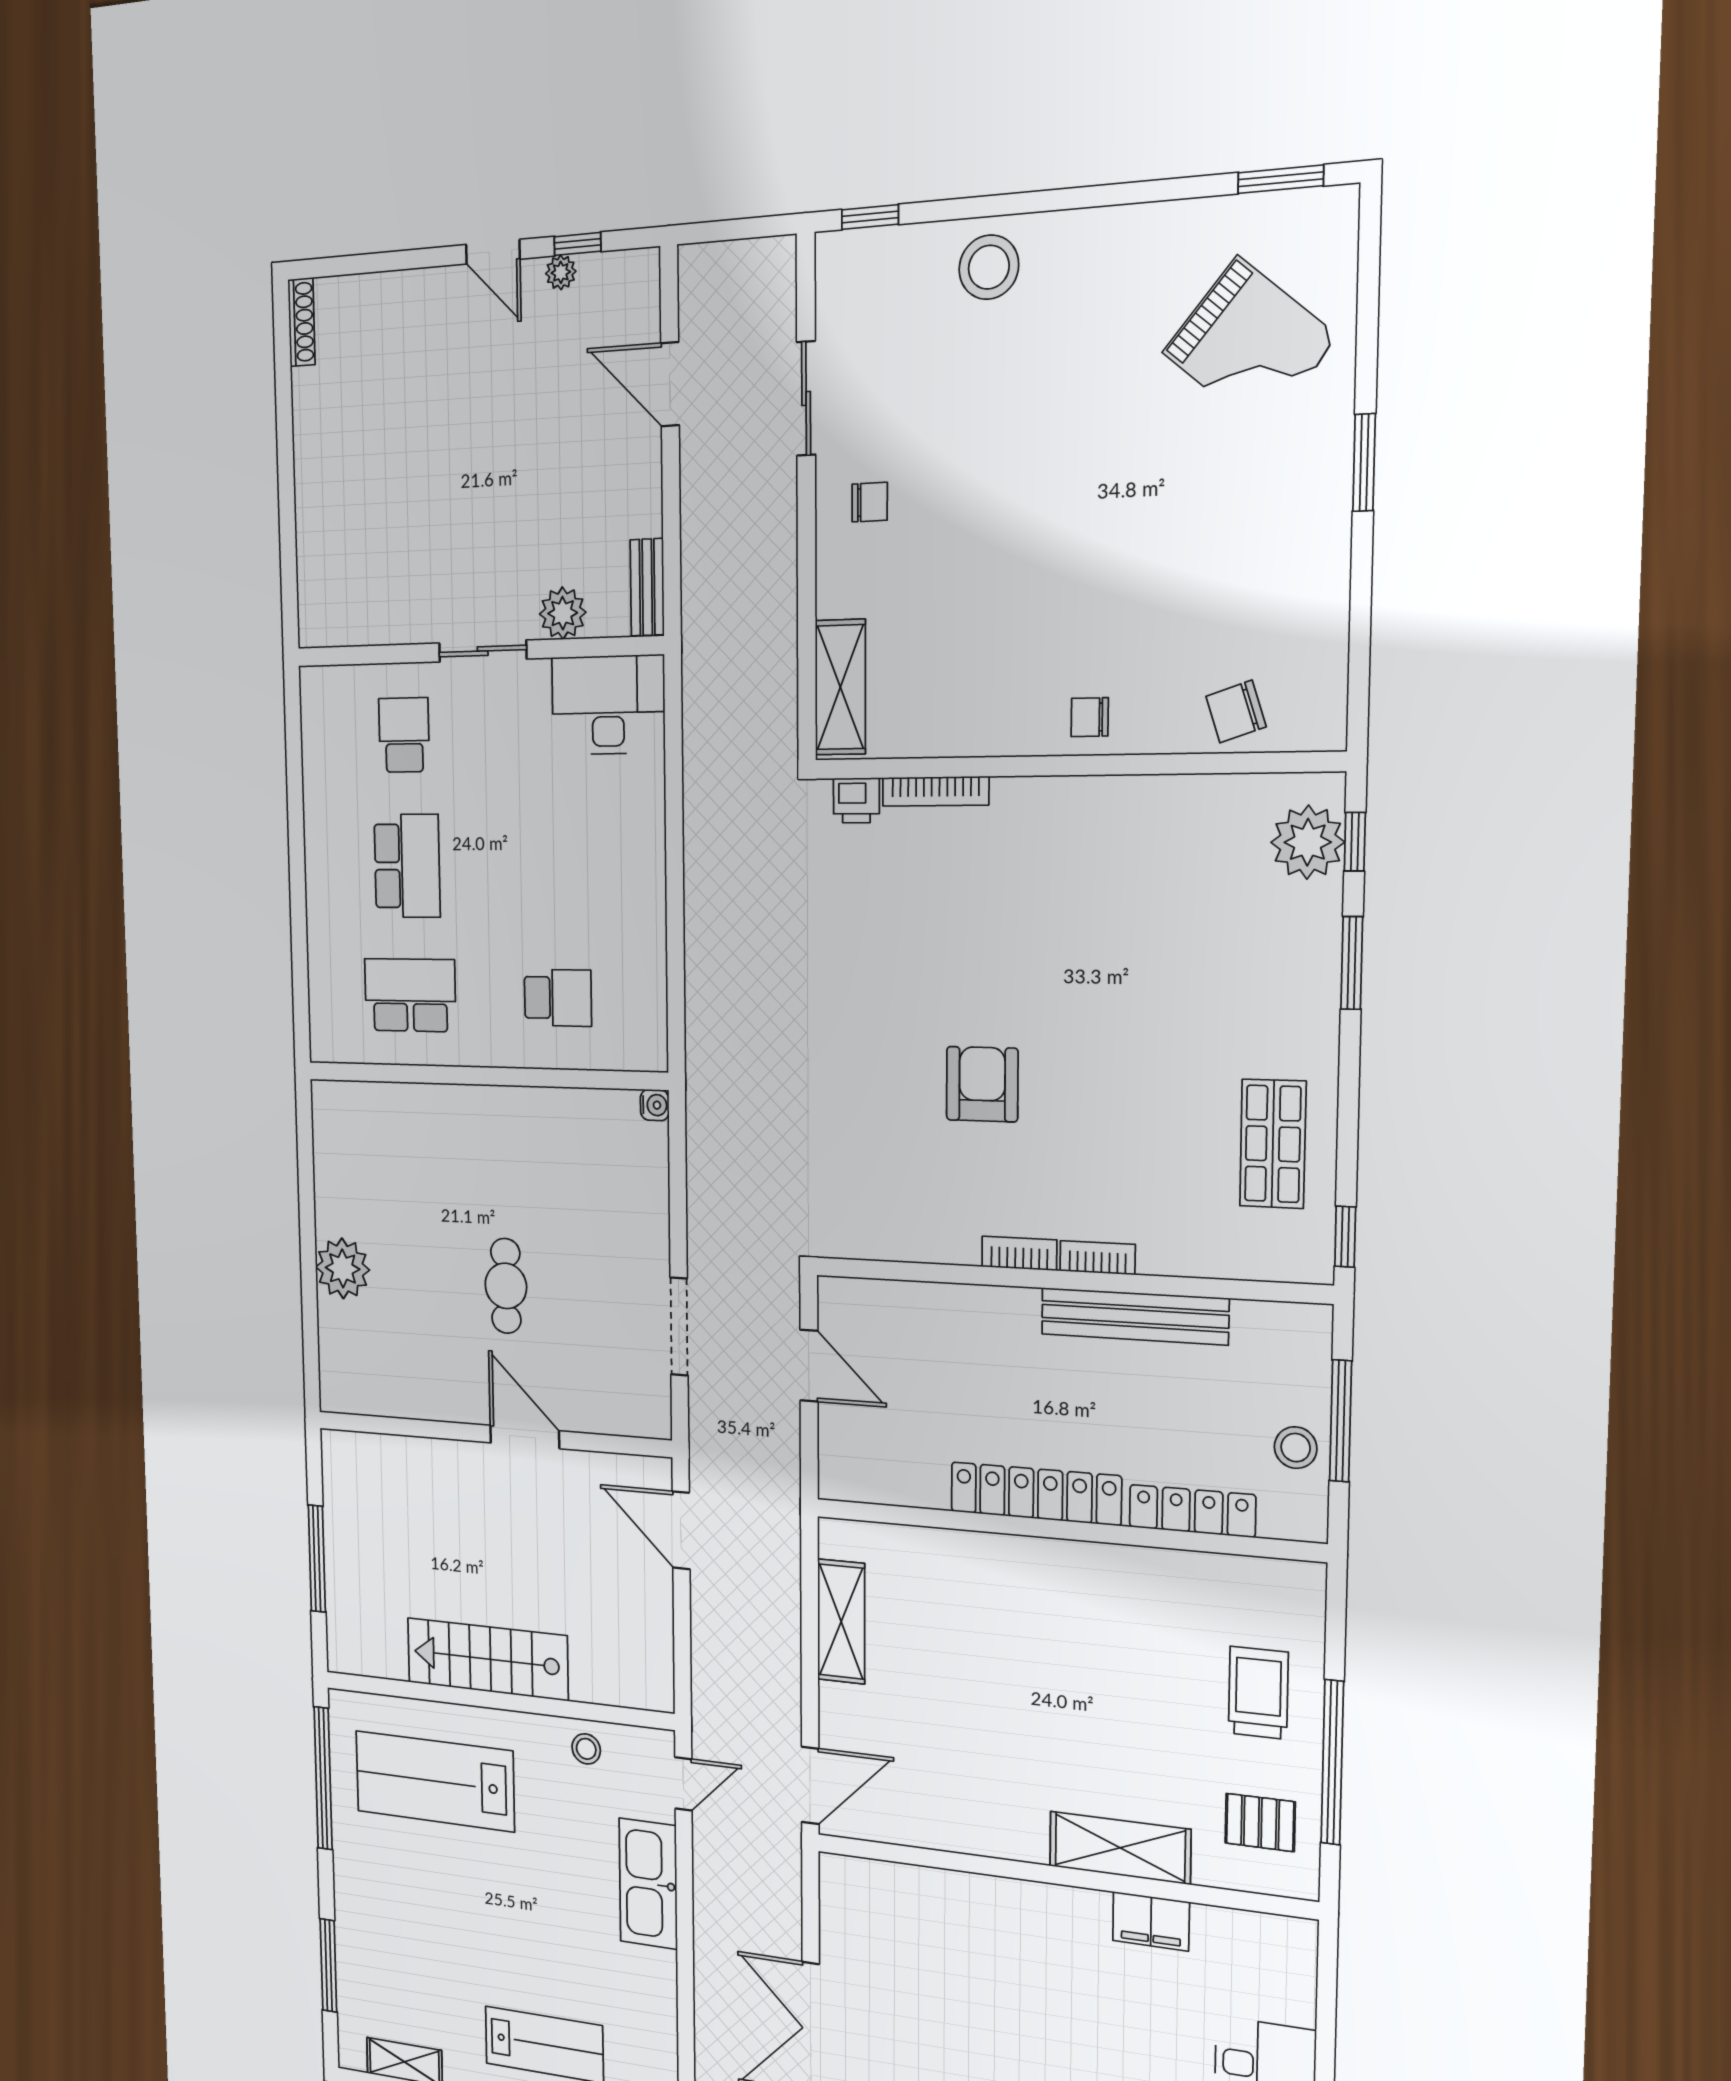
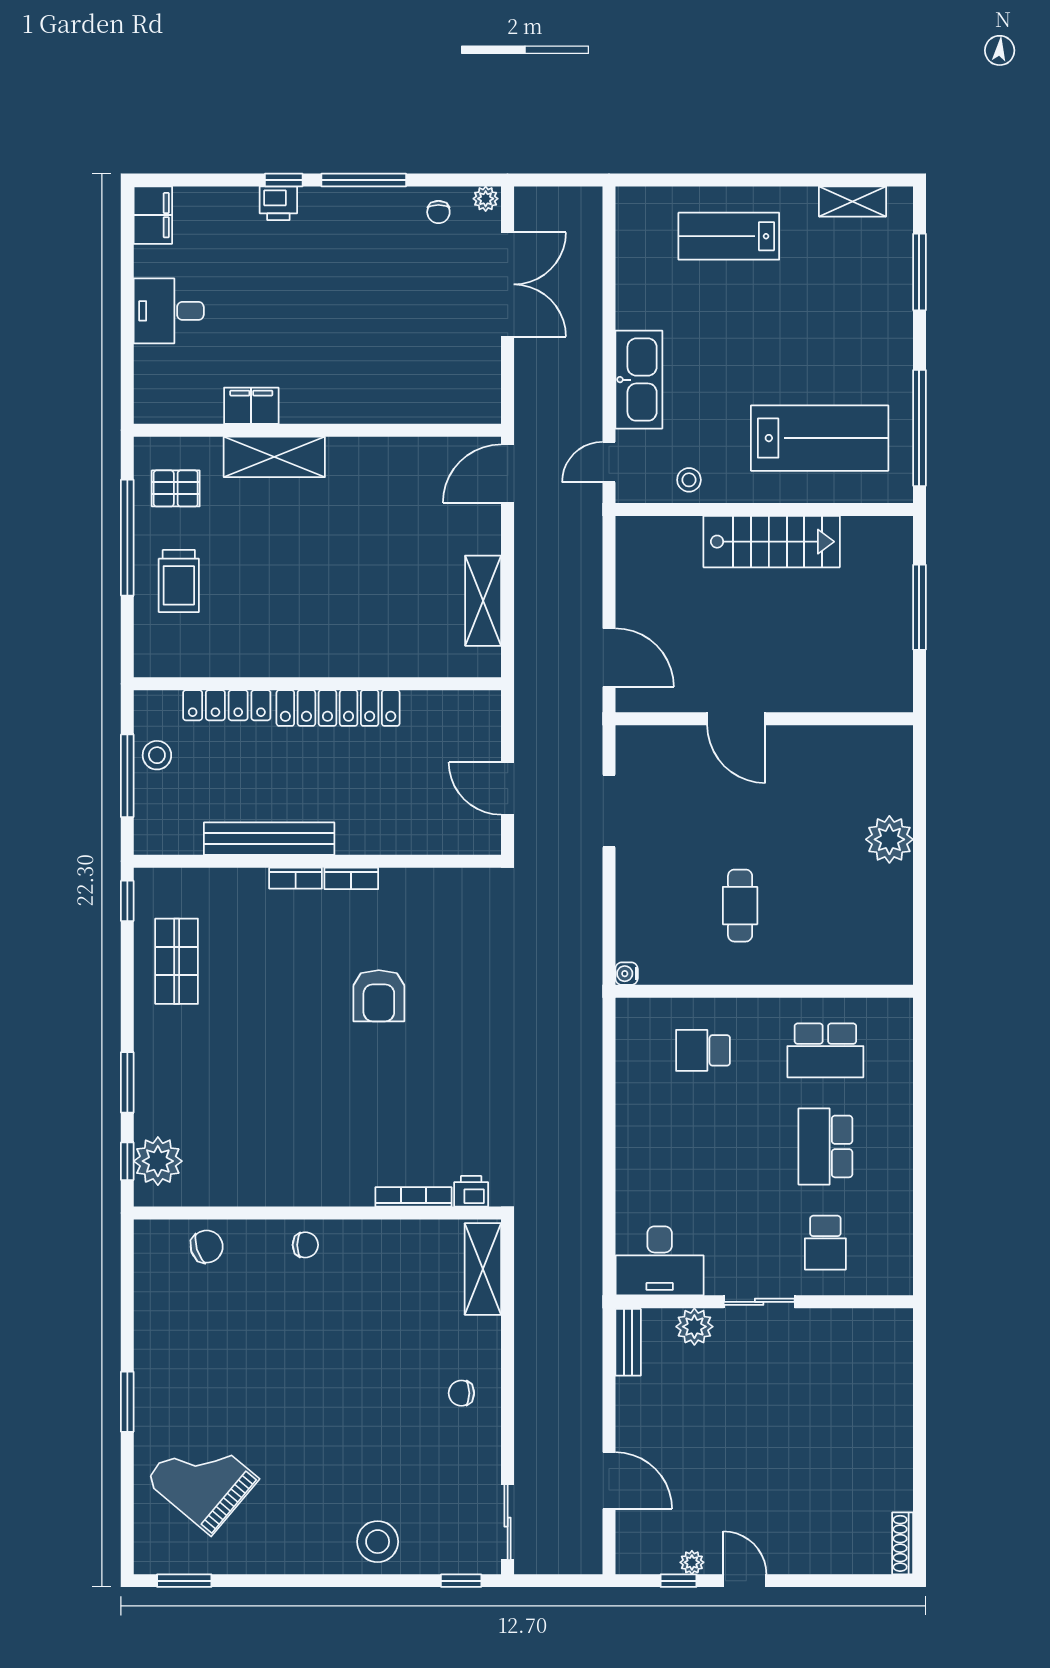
sliding door: (806, 398) -> (508, 1522), moved
cafe table: (506, 1286) -> (740, 906), moved

